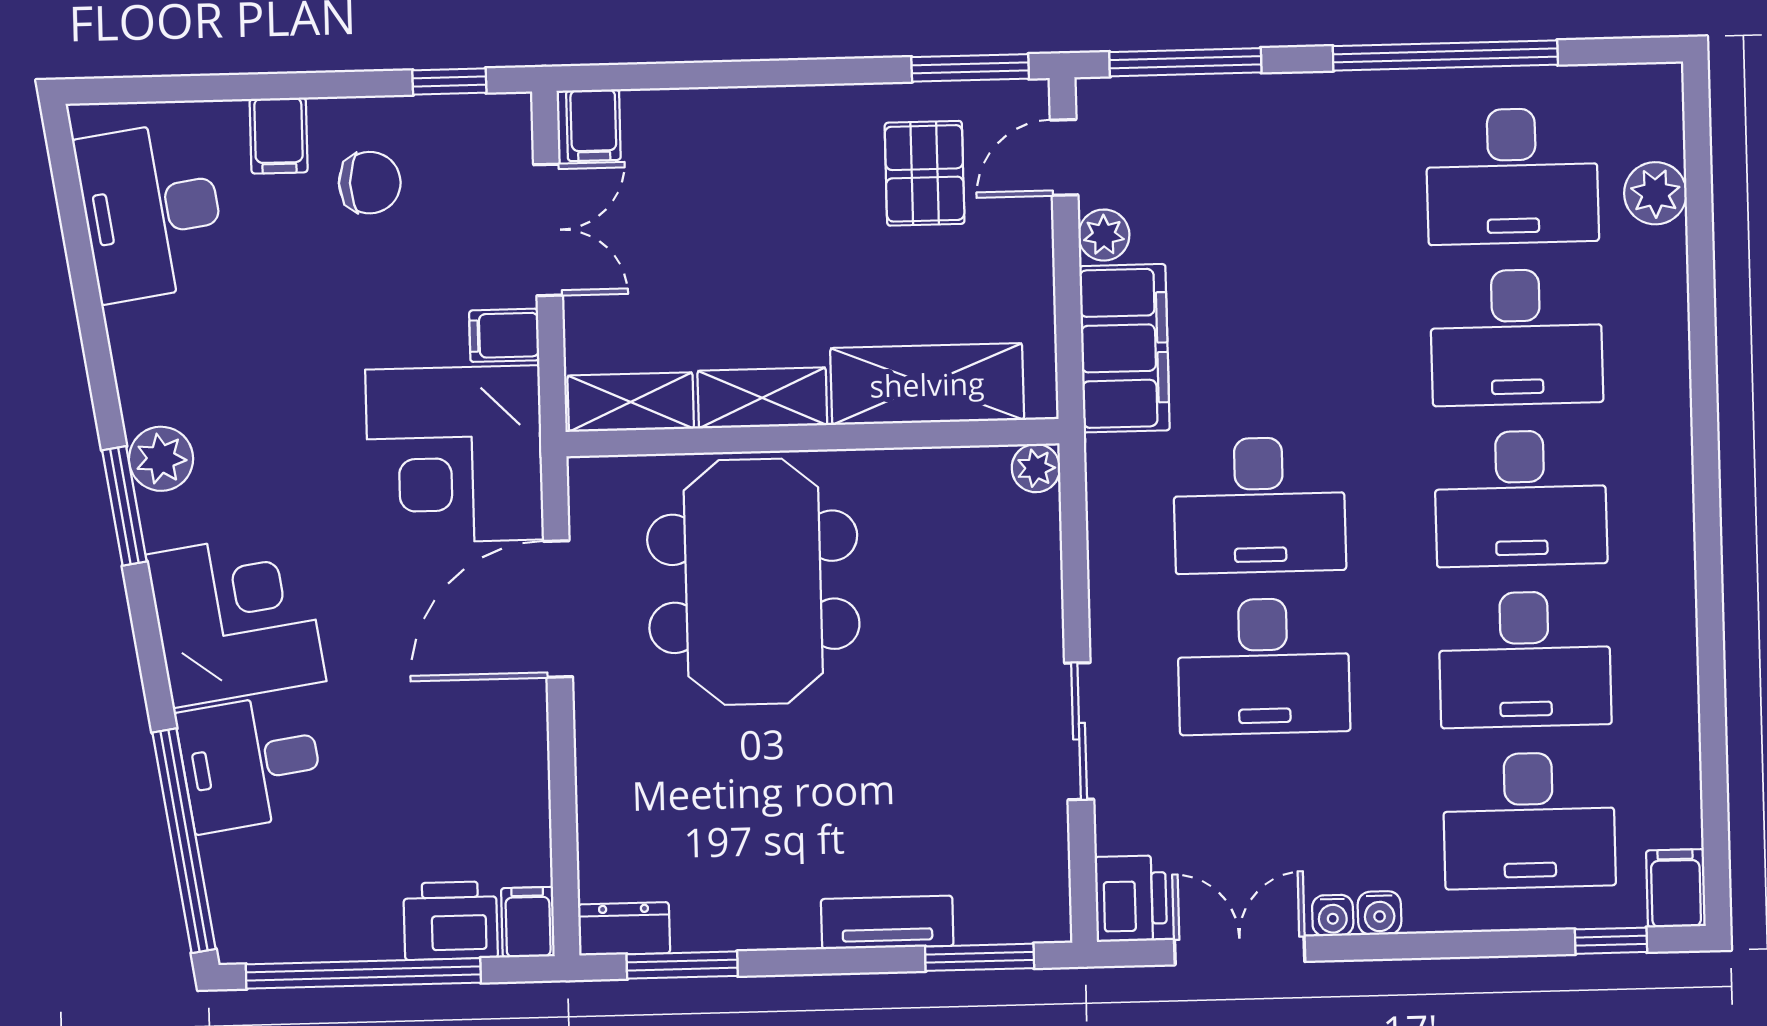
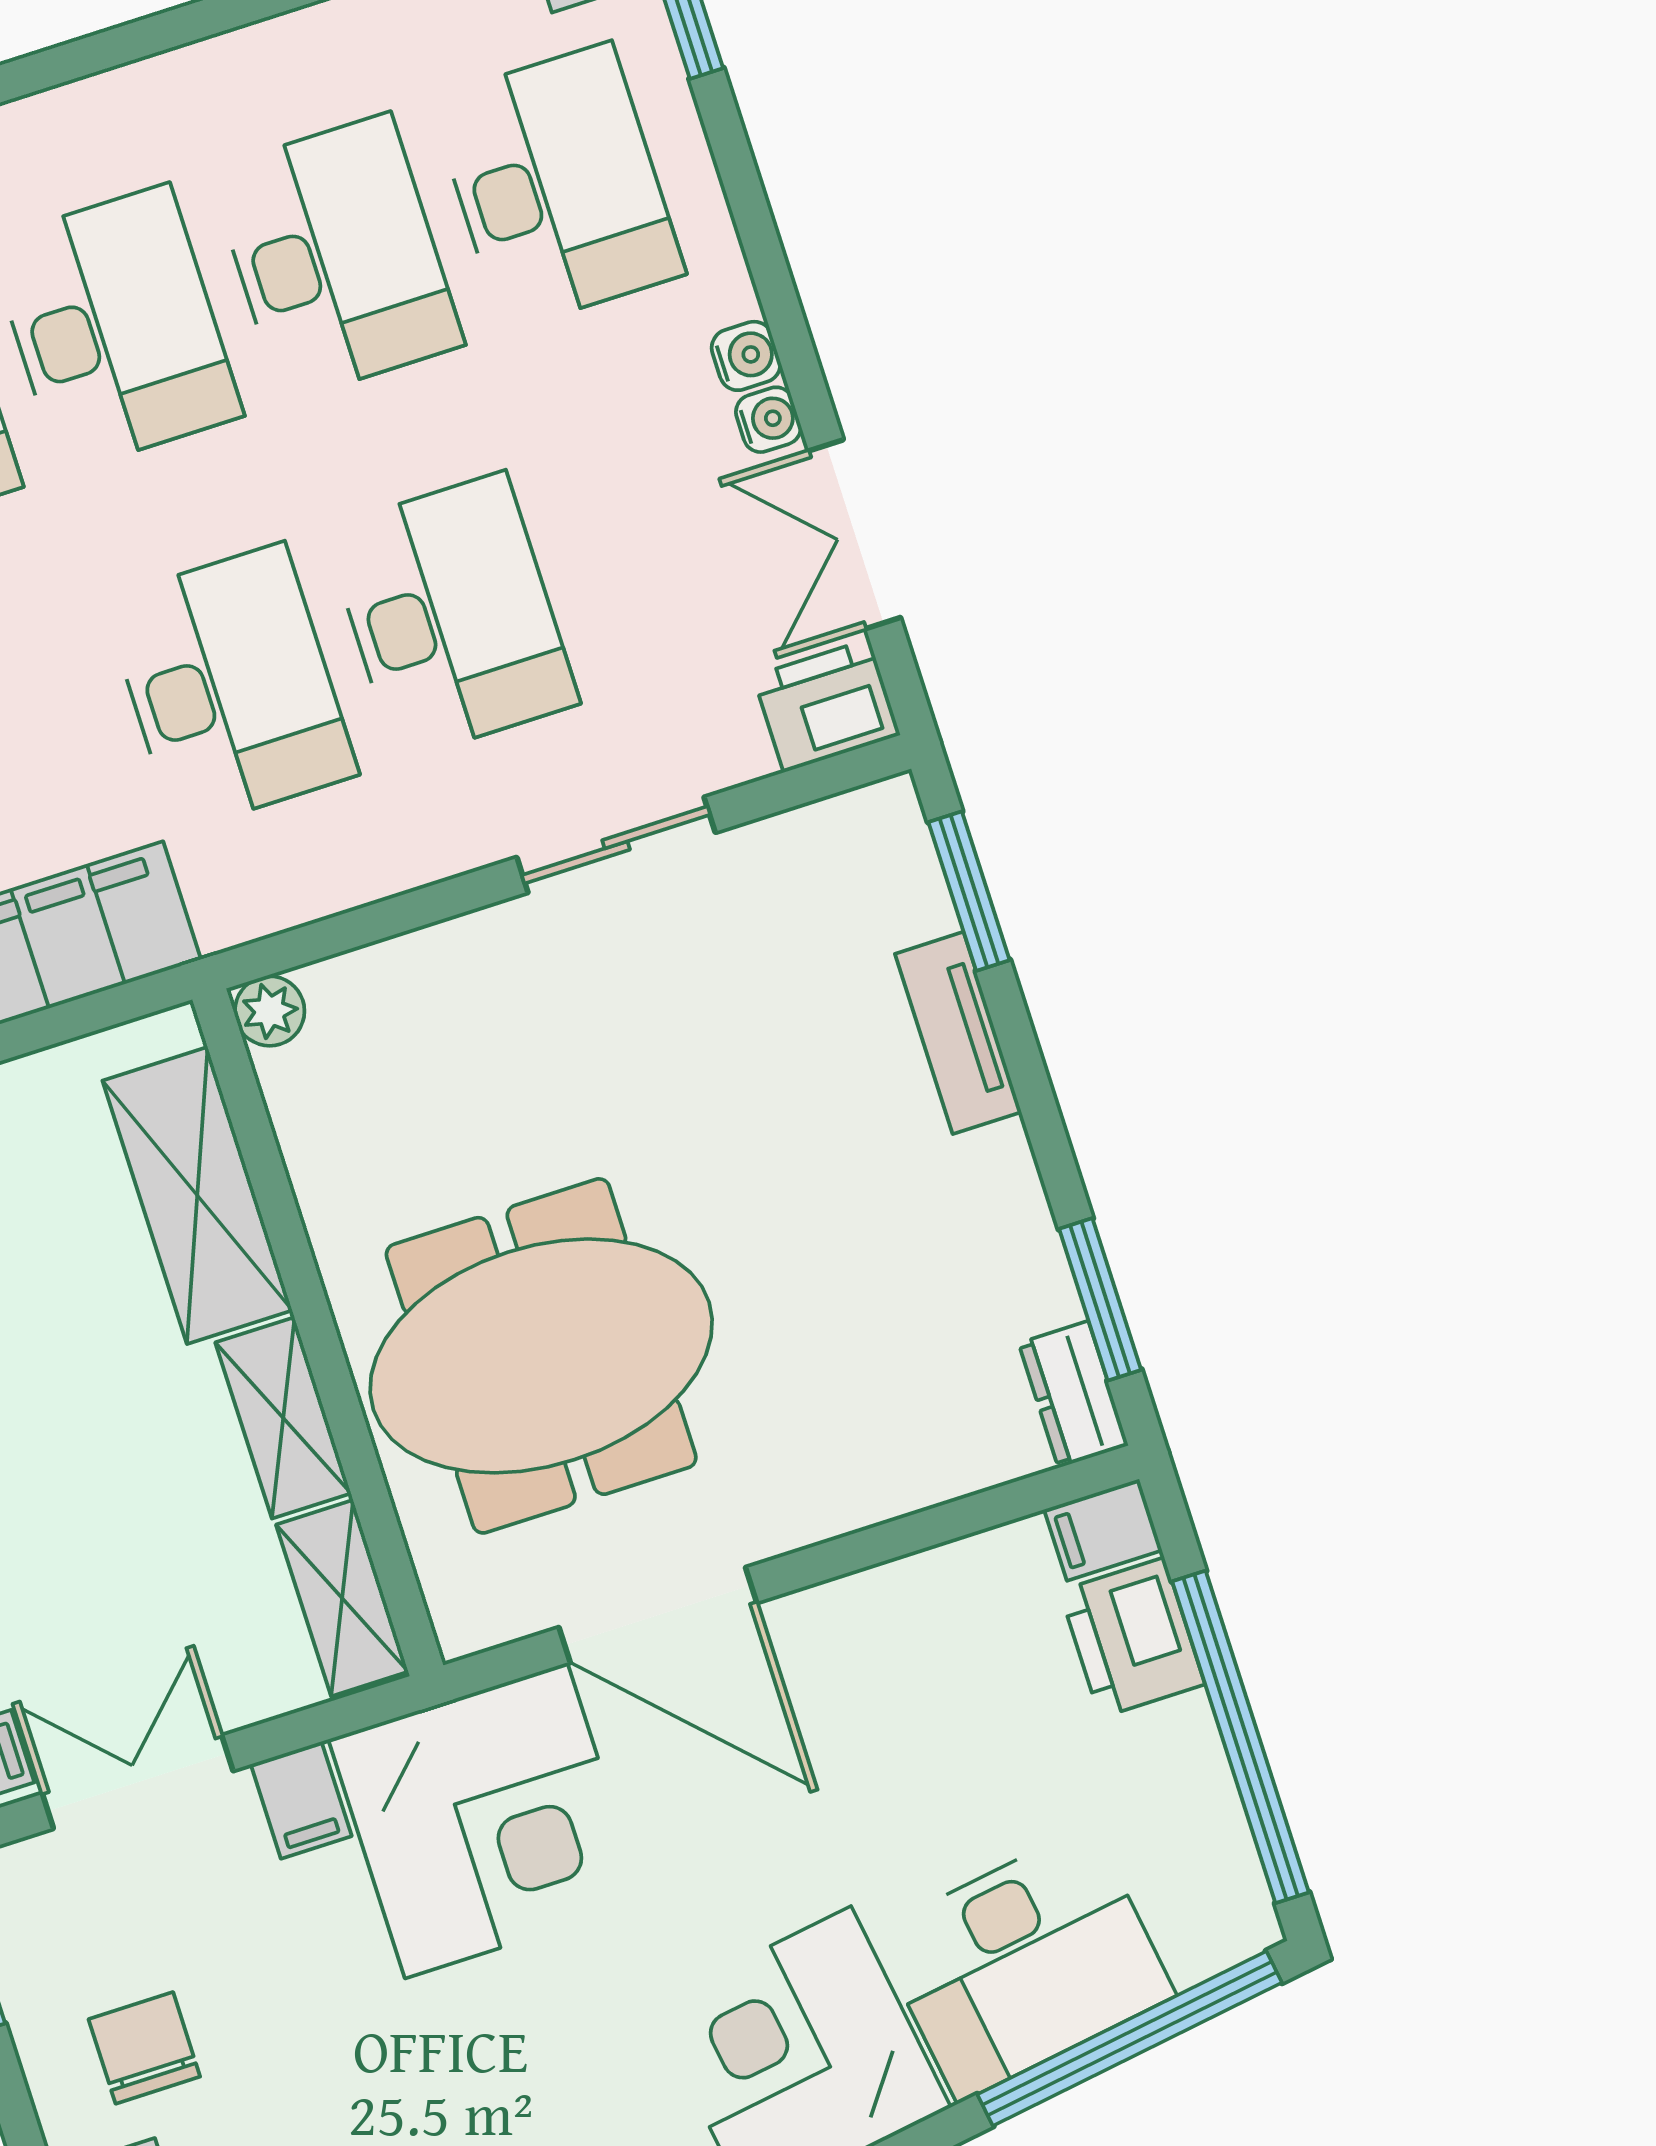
desk: (250, 763) -> (1024, 1963), width x1.37

